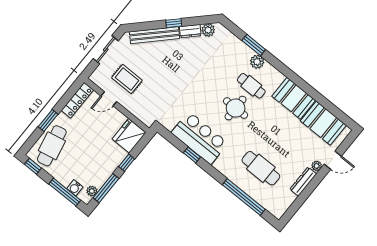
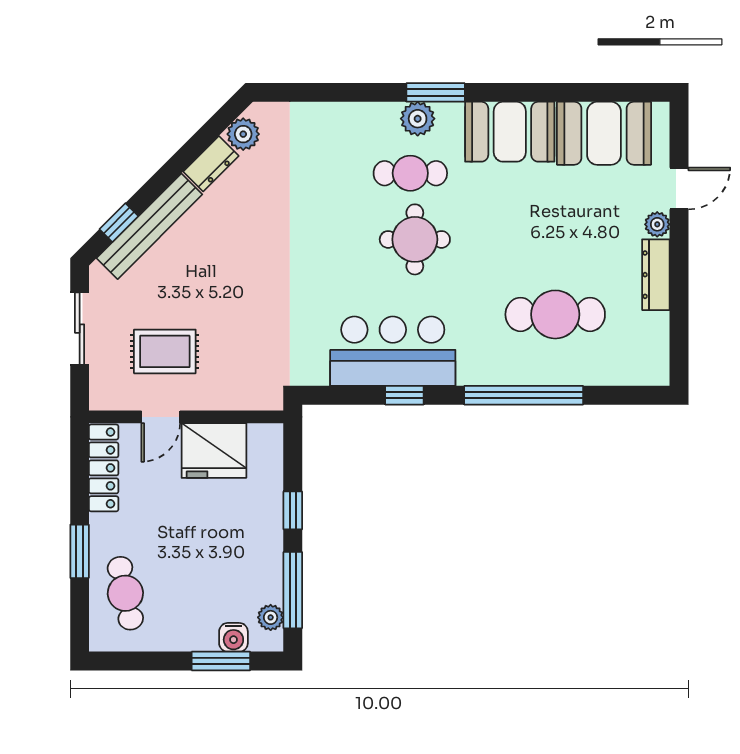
window: (174, 23) -> (119, 223), moved
window: (254, 45) -> (436, 92), moved
plant: (257, 62) -> (418, 119), moved
fridge: (129, 136) -> (214, 450), moved, turned -90
cafe table: (52, 146) -> (125, 593), width x0.73, depth x0.74
window: (33, 166) -> (121, 661), removed
window: (65, 192) -> (221, 661), width x0.69
window: (244, 197) -> (524, 395), moved

